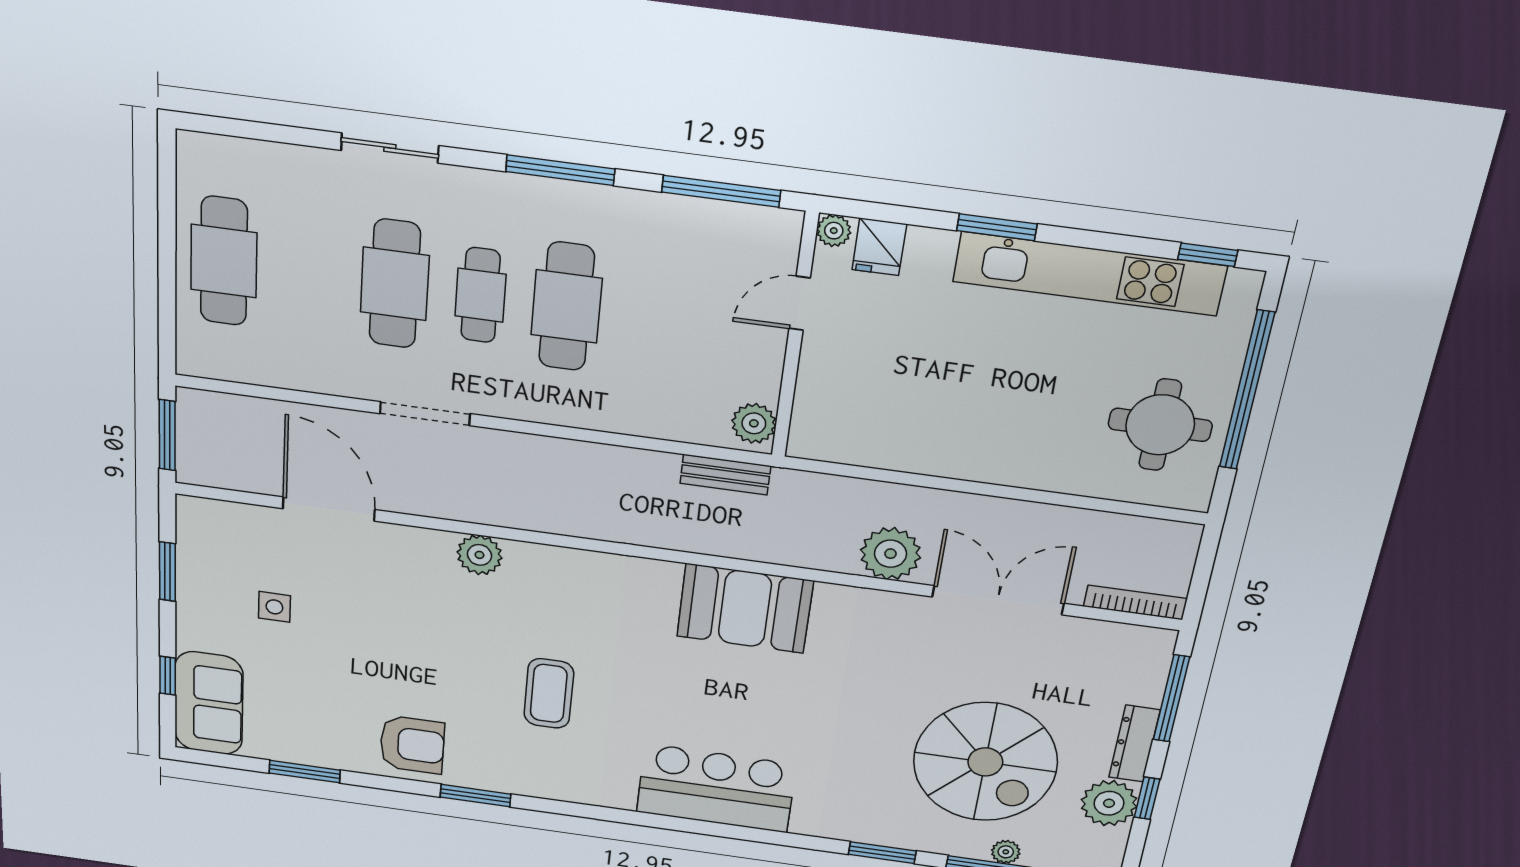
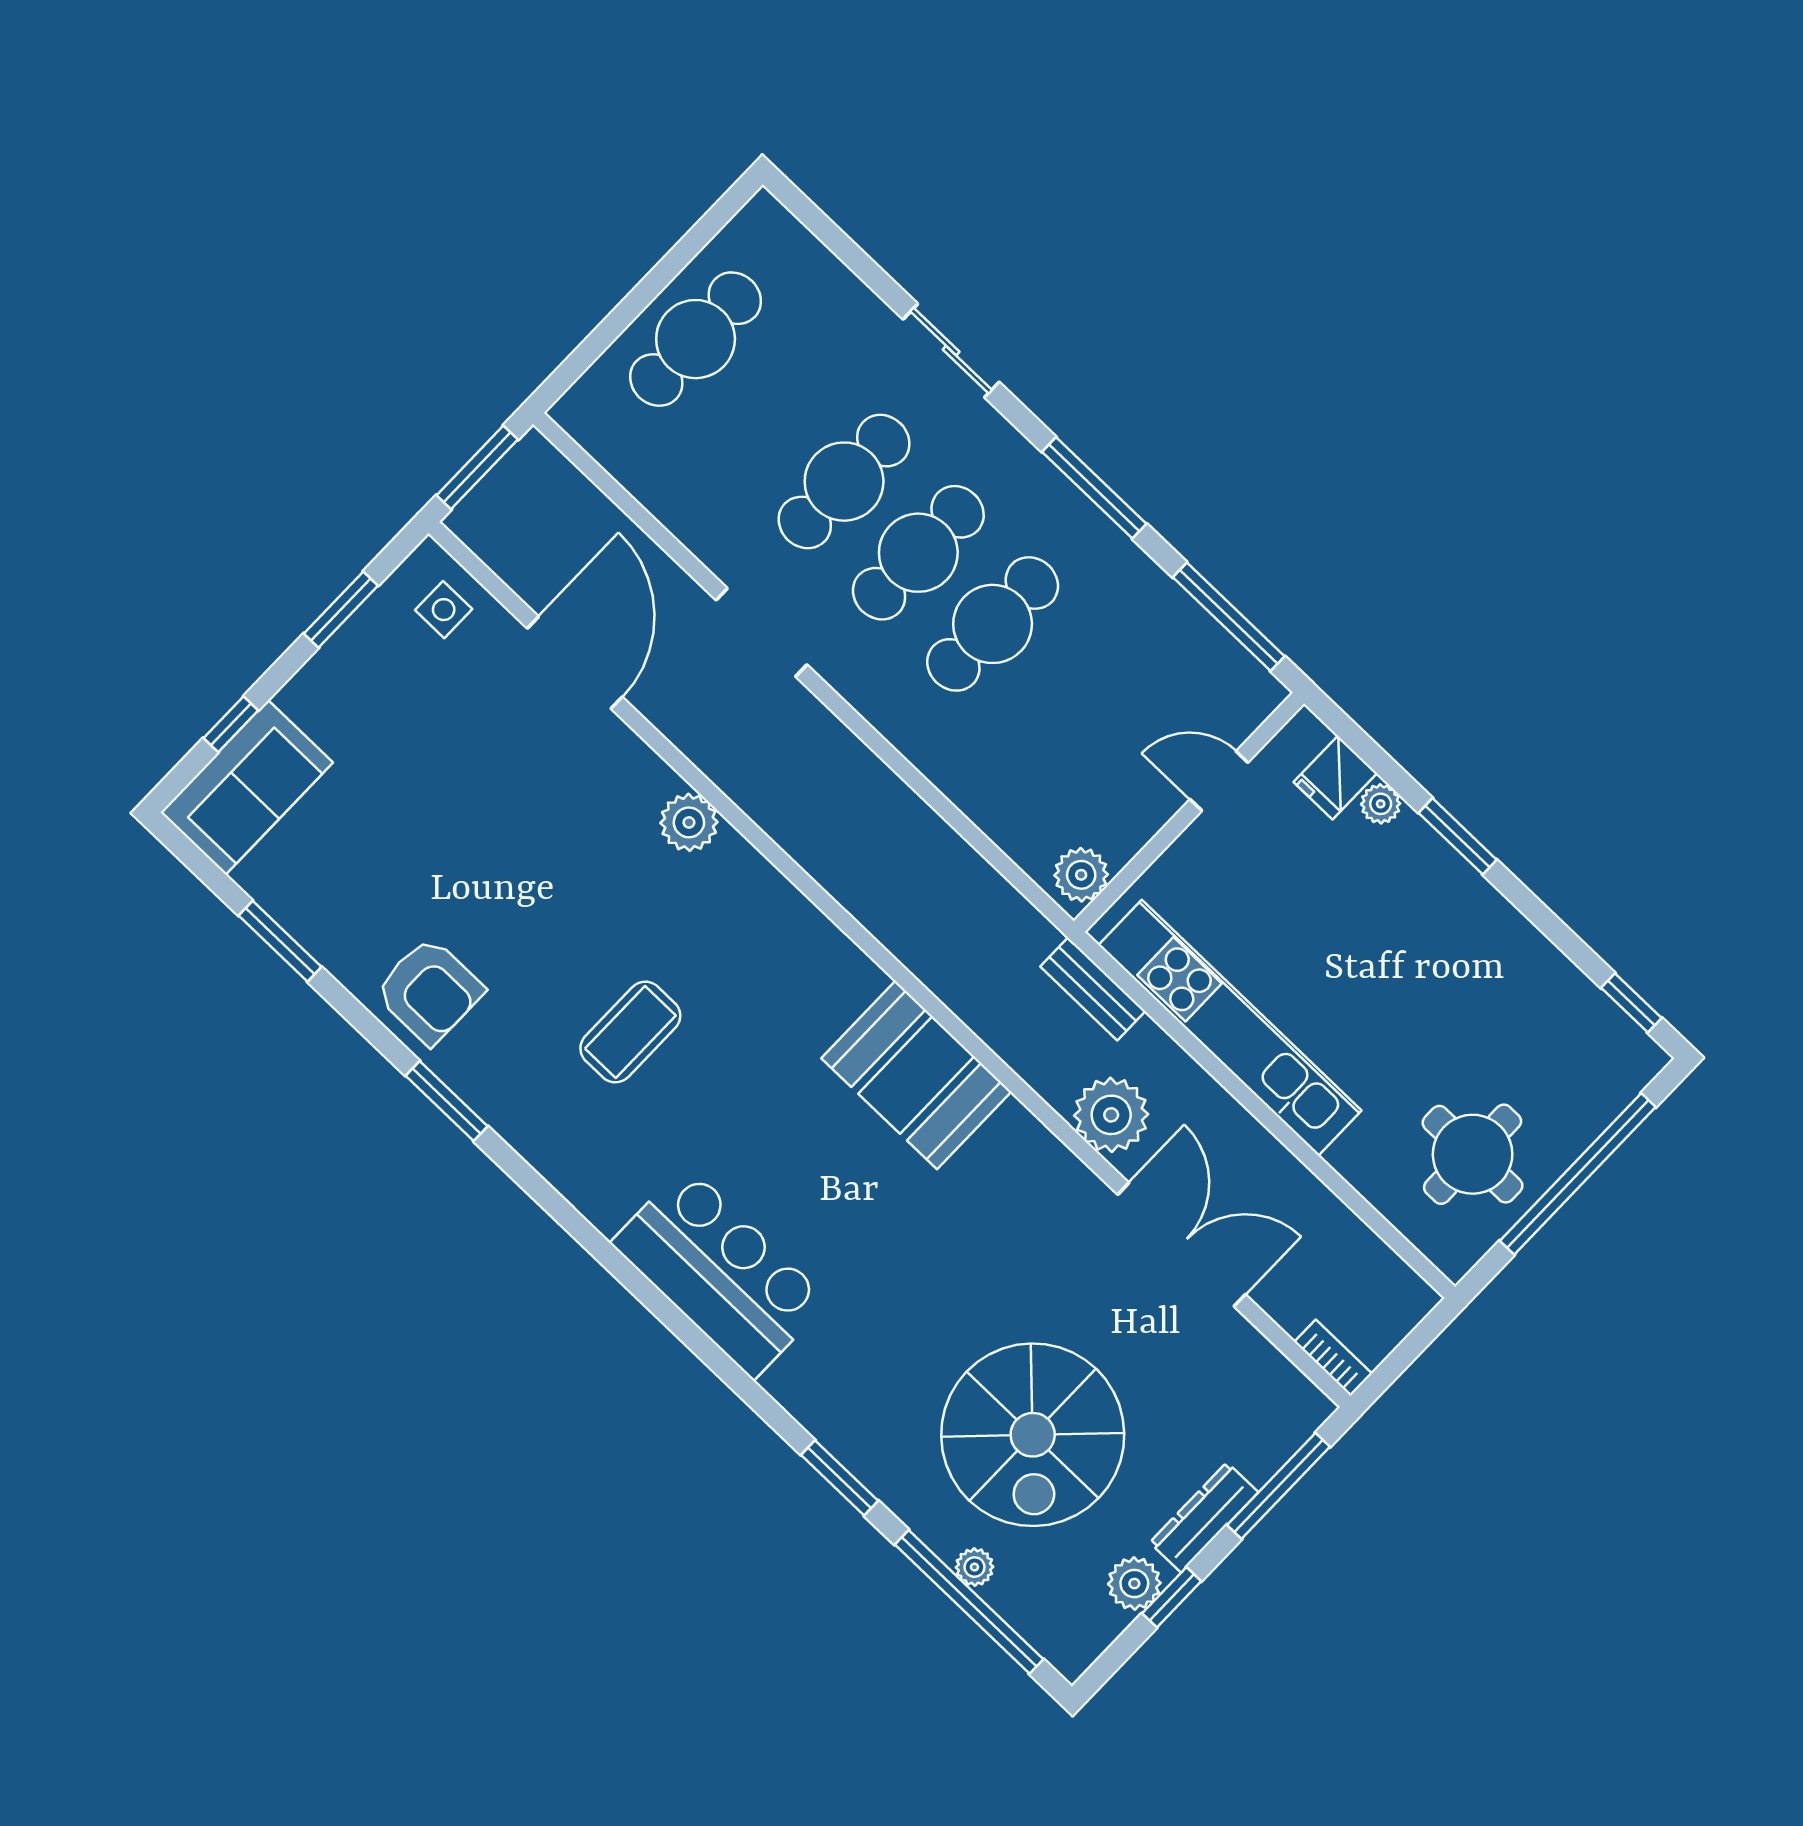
plant: (834, 231) -> (1381, 804), moved
kitchen unit: (1089, 274) -> (1230, 1028), moved, turned 180
cafe table: (480, 295) -> (918, 553), width x1.37, depth x1.35
bench: (725, 475) -> (1093, 989), moved
bookcase: (1135, 602) -> (1333, 1358), width x0.64
side table: (274, 607) -> (444, 610), moved
plant: (1109, 803) -> (1134, 1584), width x0.73, depth x0.73

